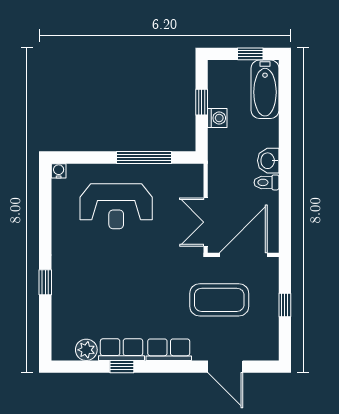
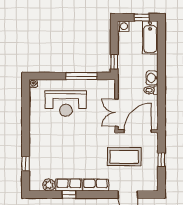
window: (202, 102) -> (114, 62), moved
washing machine: (217, 118) -> (123, 26), moved
window: (45, 282) -> (26, 164), moved

